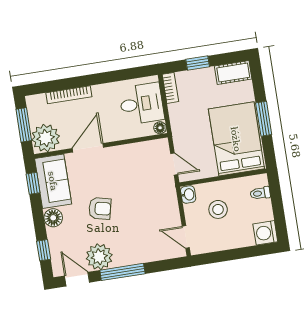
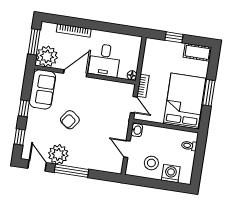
bookcase: (170, 88) -> (143, 86), moved
desk: (142, 104) -> (105, 60), moved, turned 90
window: (33, 183) -> (24, 108), moved
armchair: (100, 208) -> (70, 120), turned 114
stool: (218, 209) -> (151, 163), moved
floor lamp: (53, 218) -> (34, 116), removed
washing machine: (265, 233) -> (171, 174), moved, turned 90
door: (186, 237) -> (127, 149), moved

